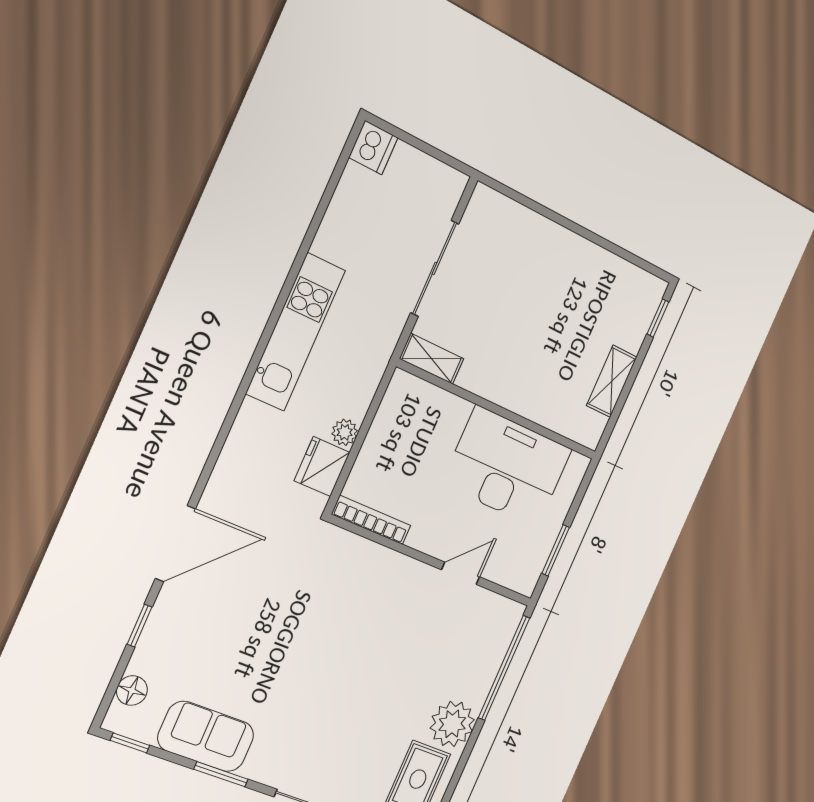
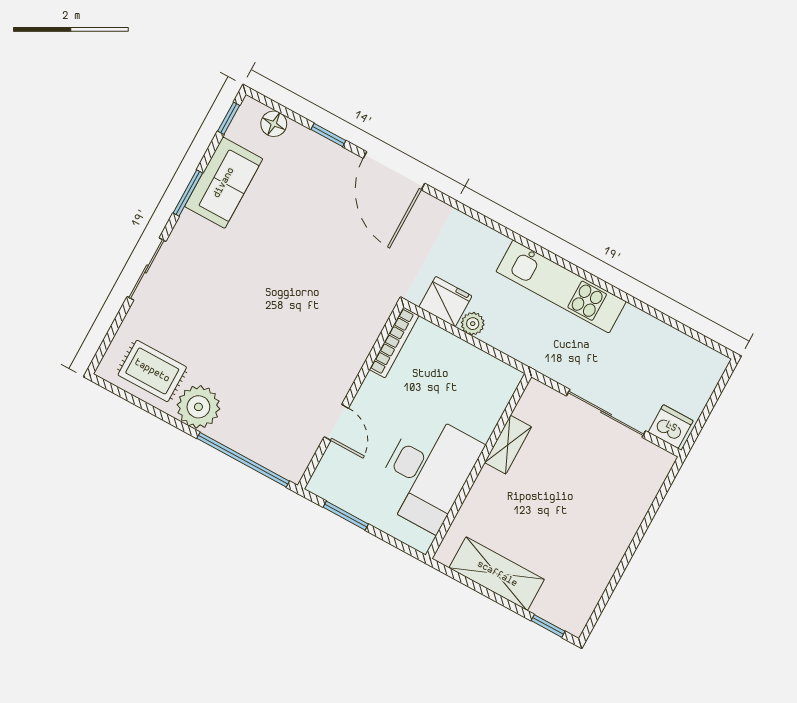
dishwasher: (373, 148) -> (671, 427), moved, turned 180
shelving: (432, 359) -> (508, 445), moved
shelving: (612, 381) -> (497, 574), width x1.50, depth x1.33

